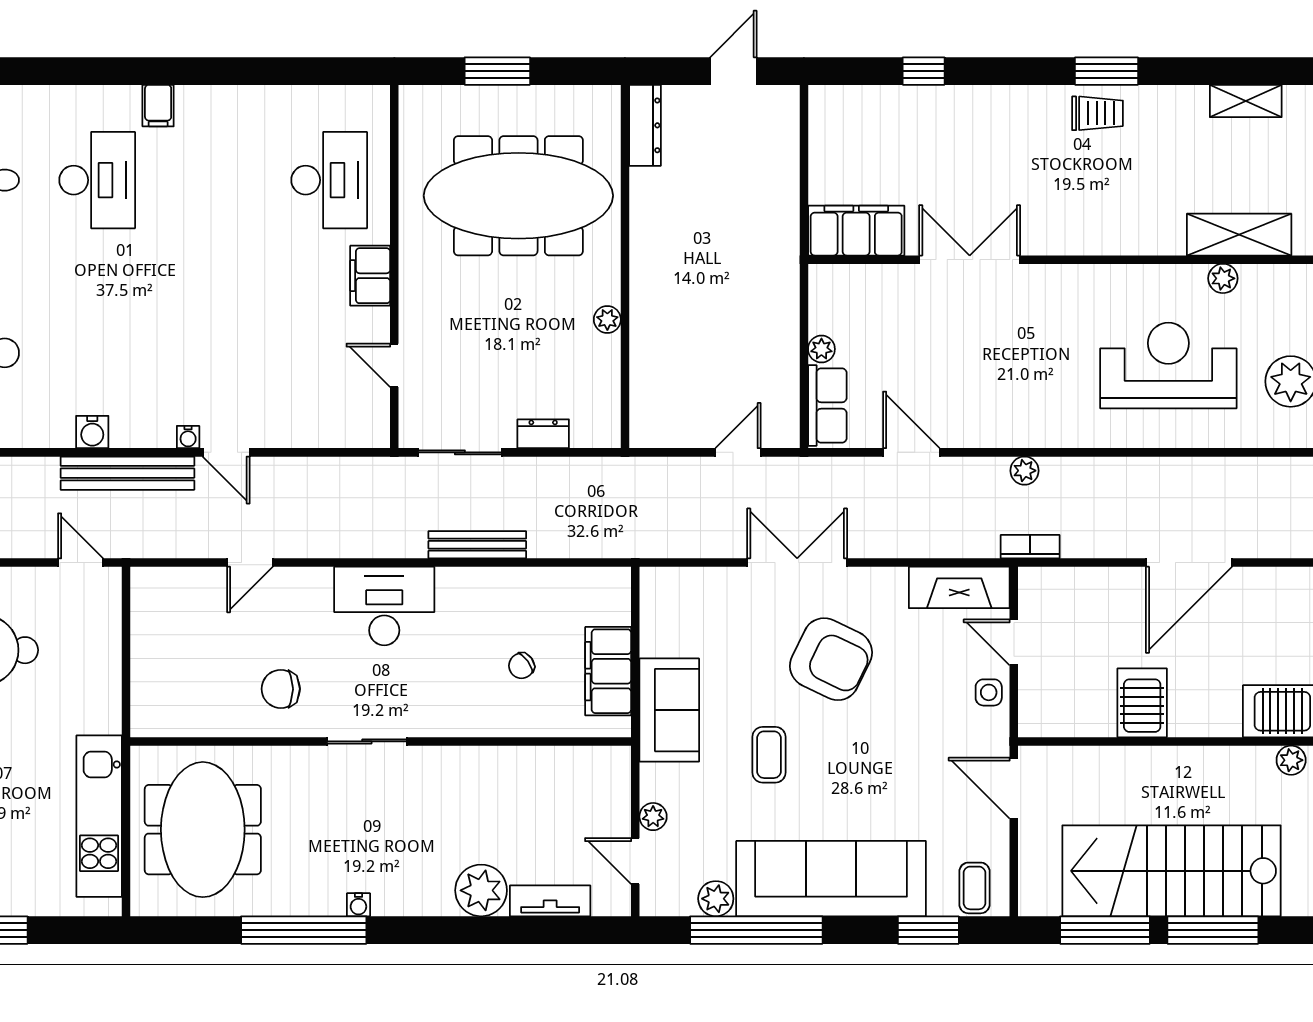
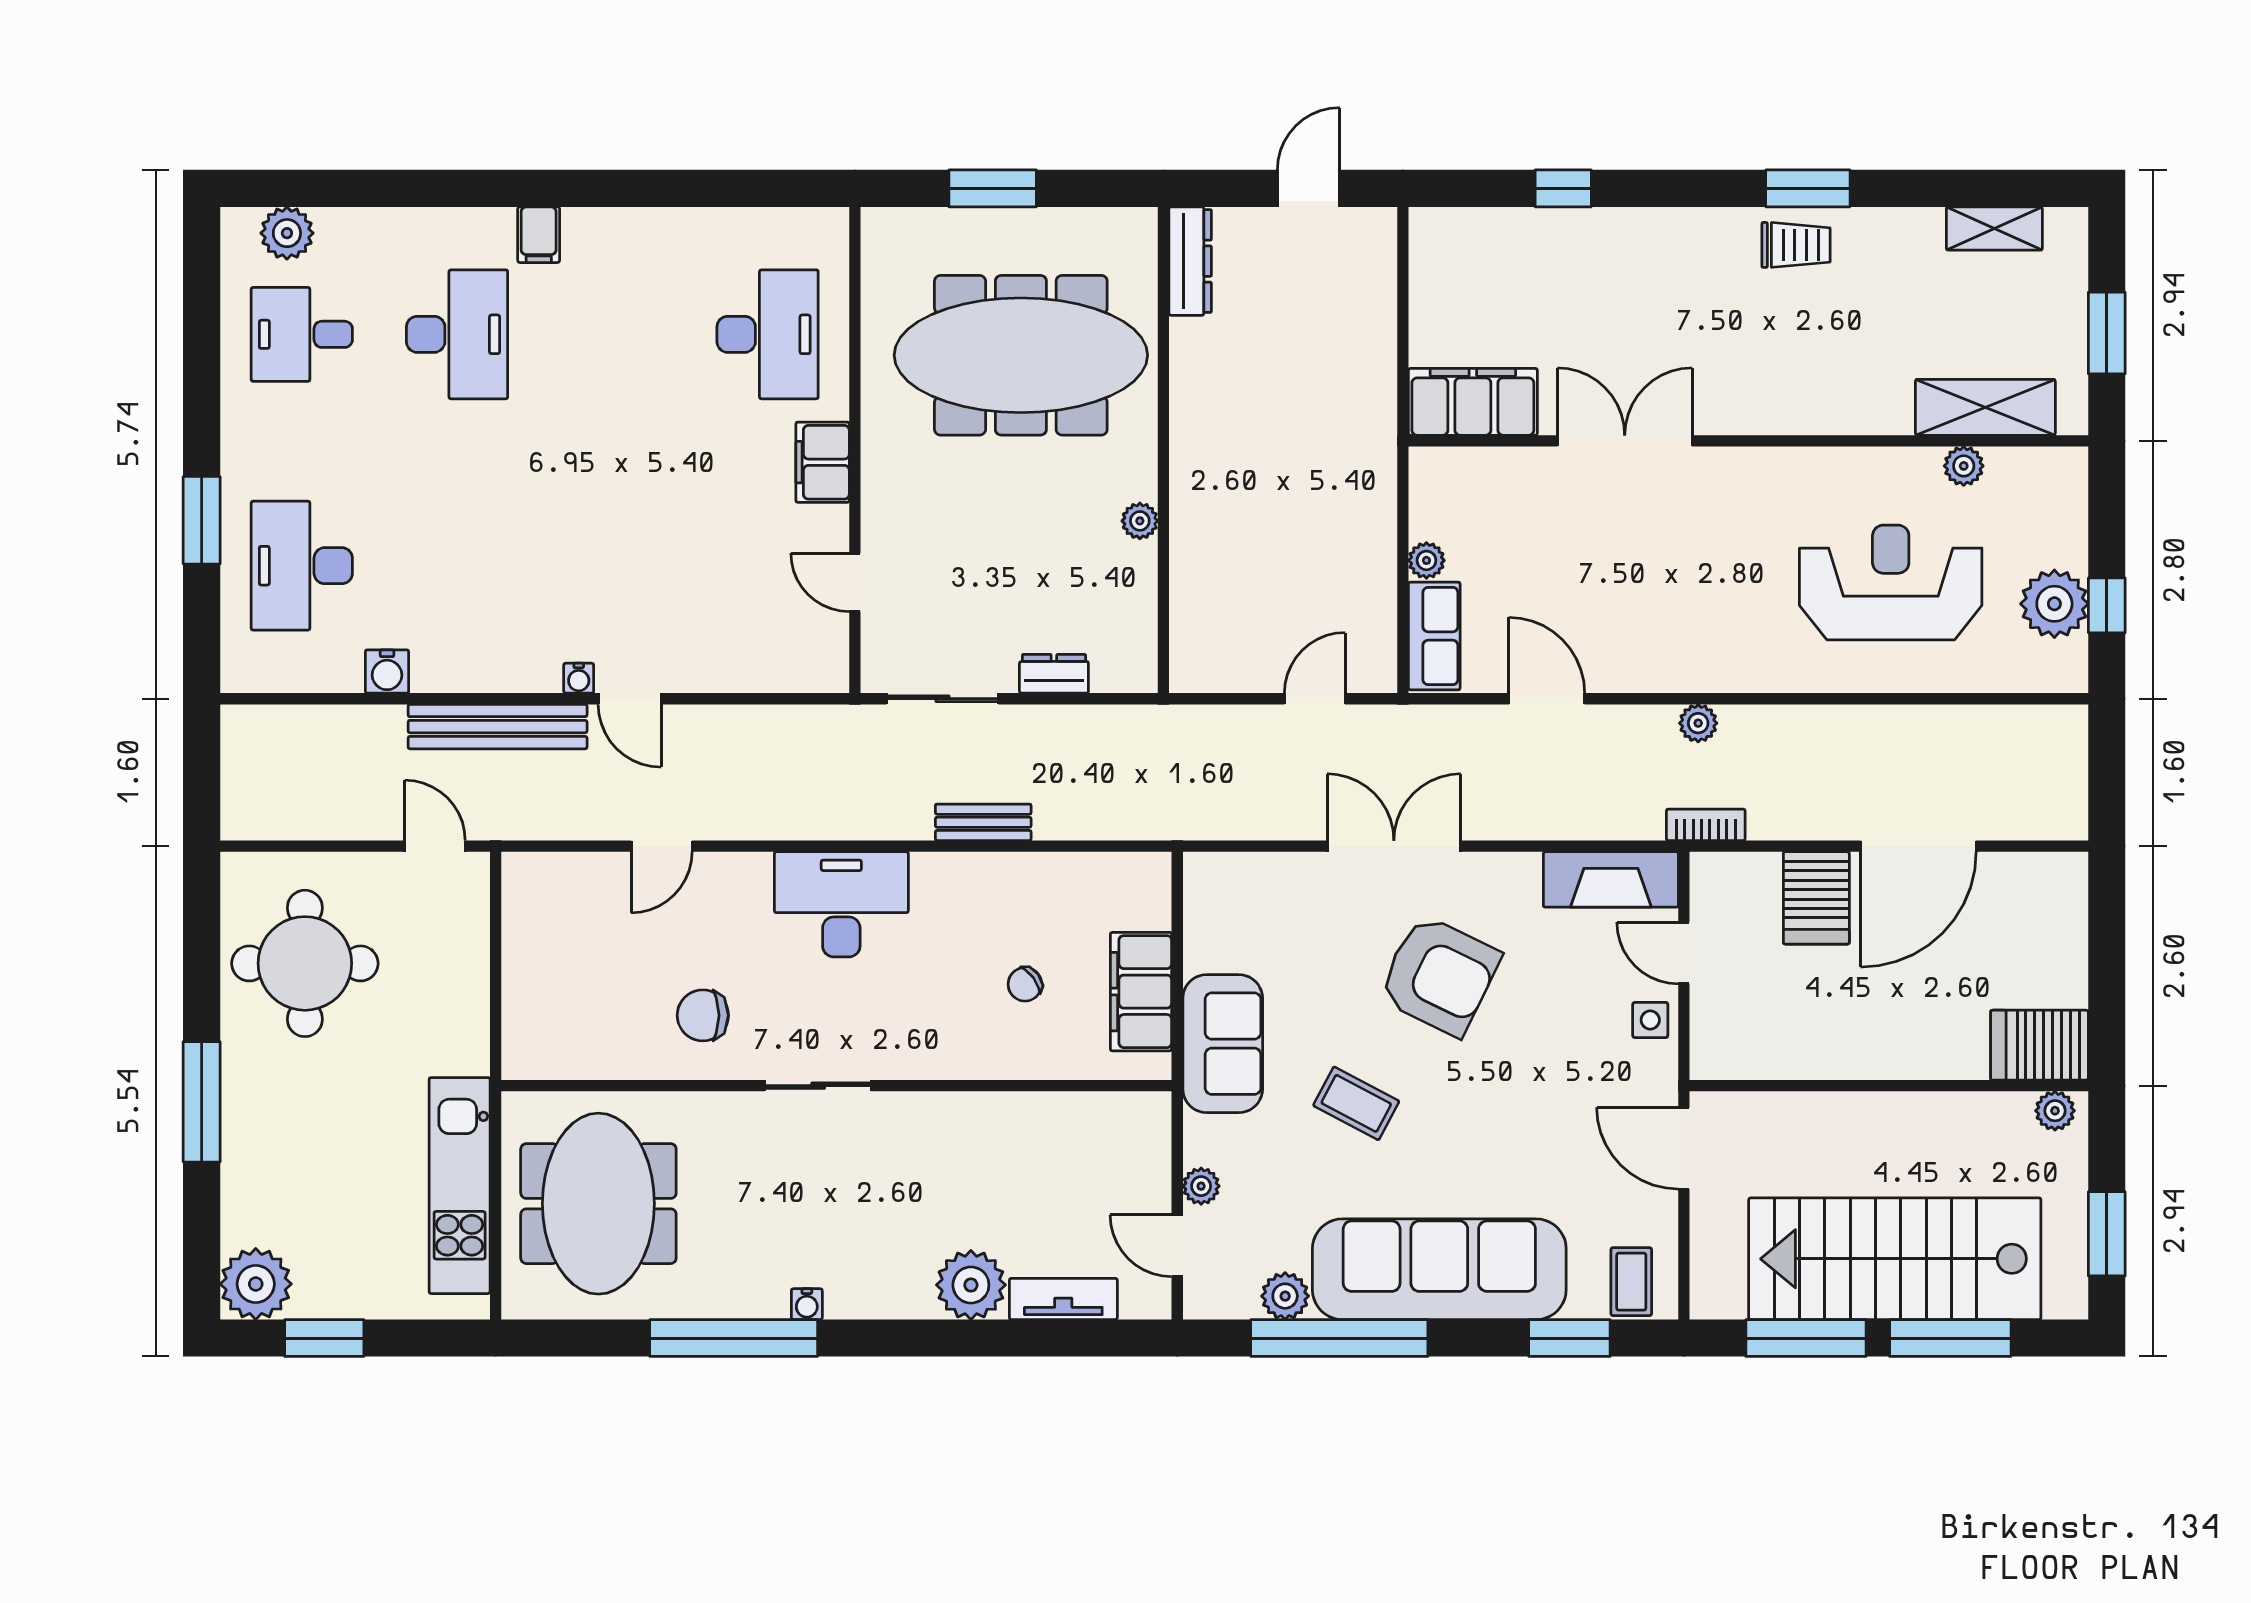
water cooler: (92, 432) -> (387, 672), moved
bench: (477, 545) -> (983, 822), width x0.73
server rack: (1142, 703) -> (1816, 898), moved, turned 180
coffee table: (769, 755) -> (1356, 1103), turned -62

